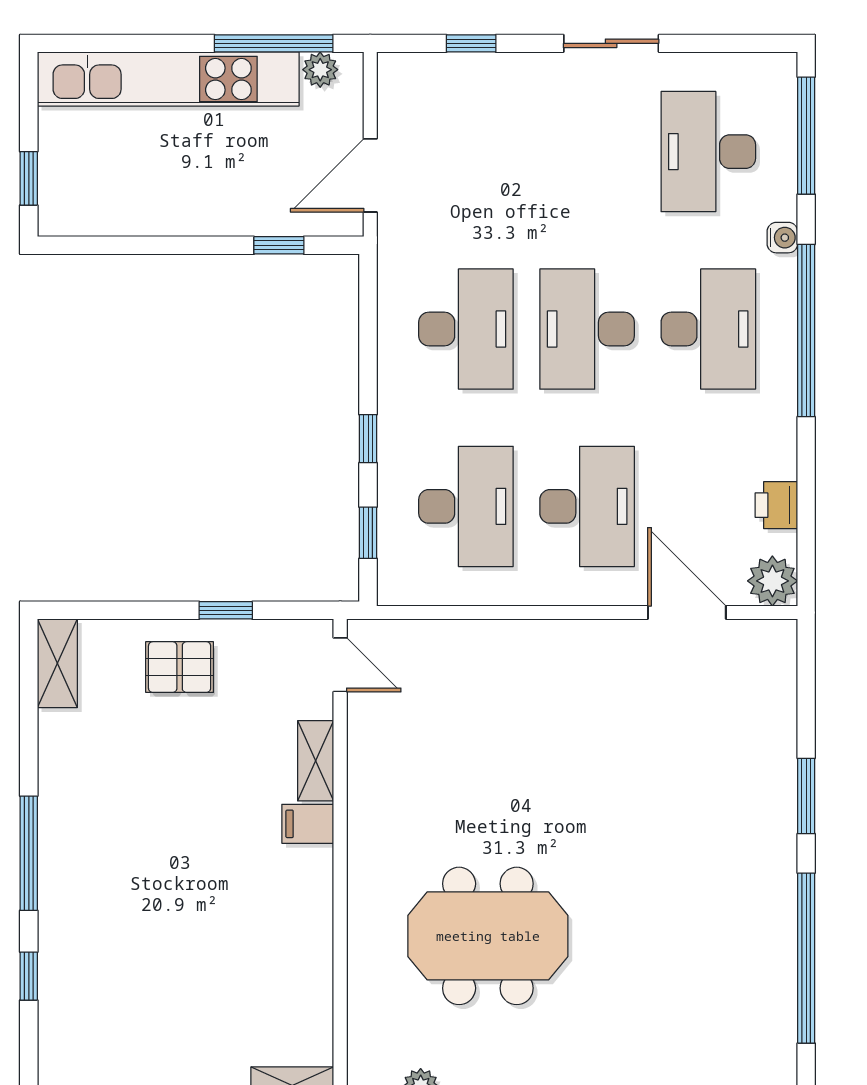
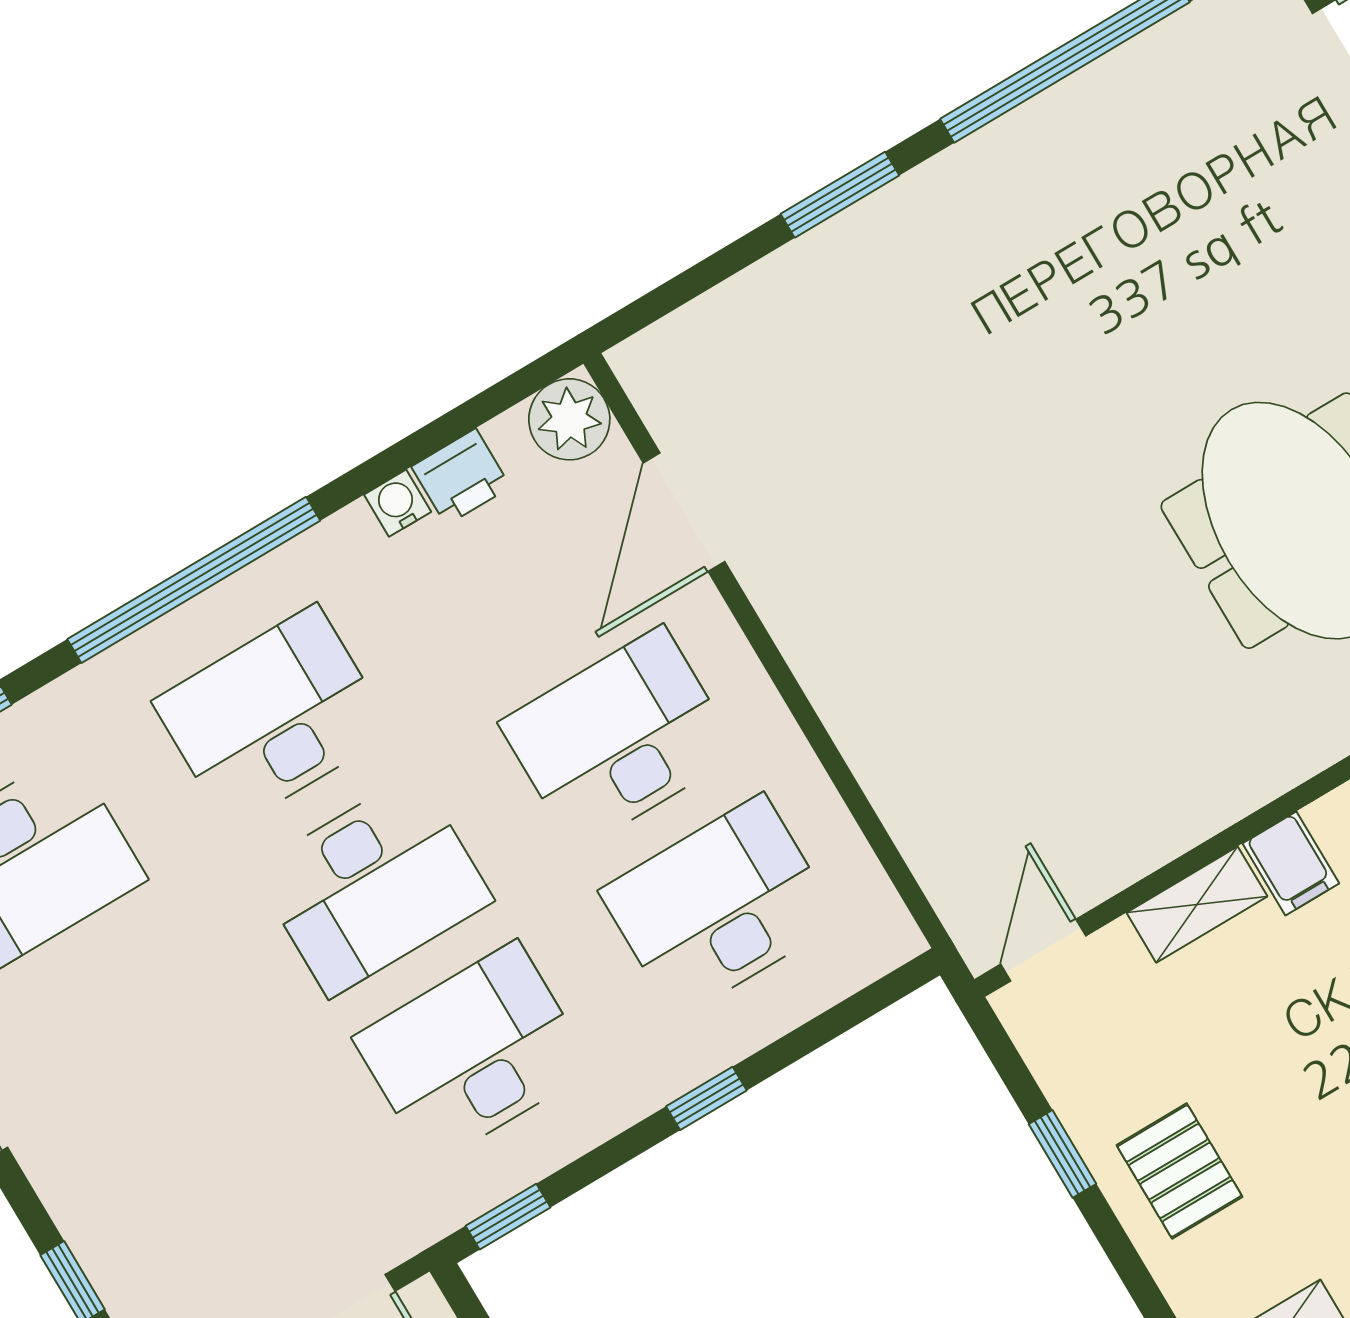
water cooler: (782, 238) -> (398, 503), moved
window: (368, 533) -> (508, 1217), moved

